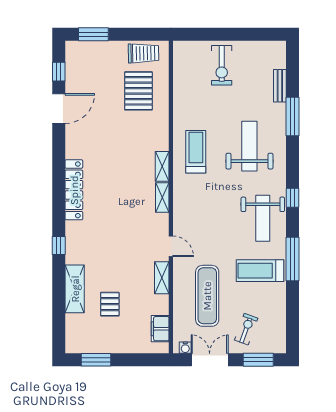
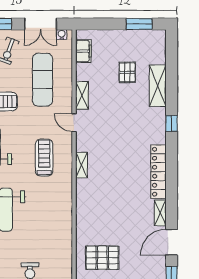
pallet: (138, 91) -> (102, 258), turned 90
treadmill: (196, 152) -> (44, 158), moved, turned 180
shelving: (162, 166) -> (160, 213), moved

